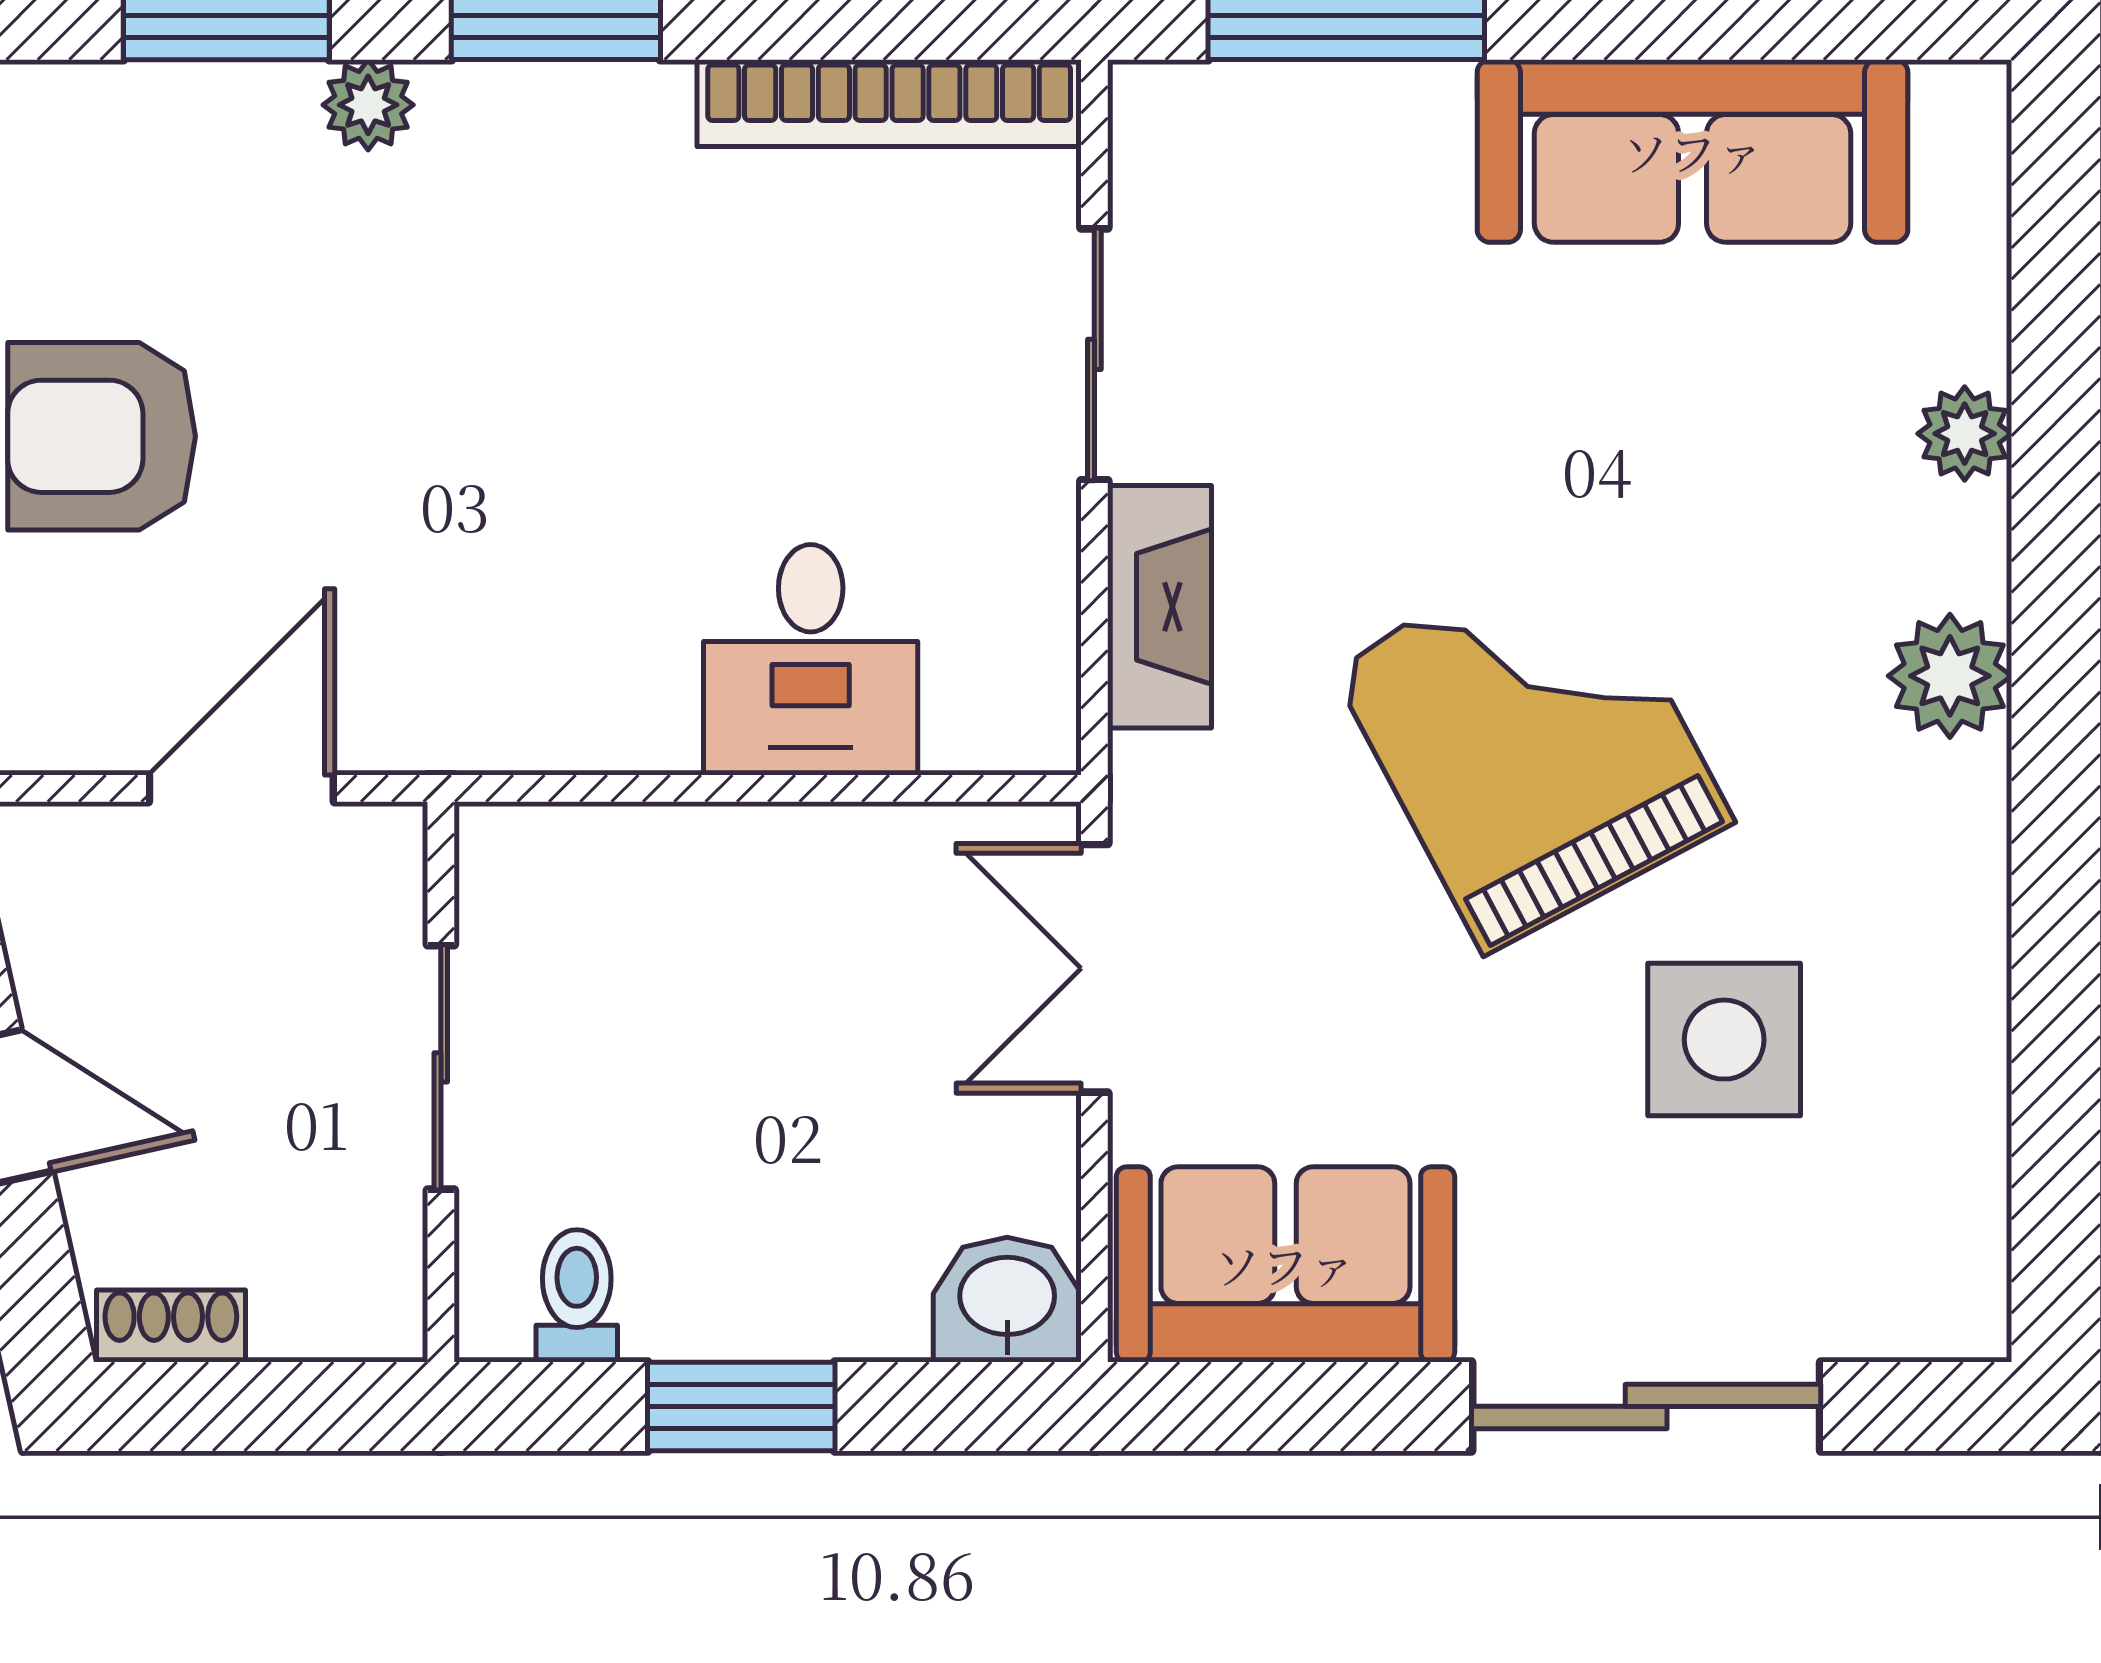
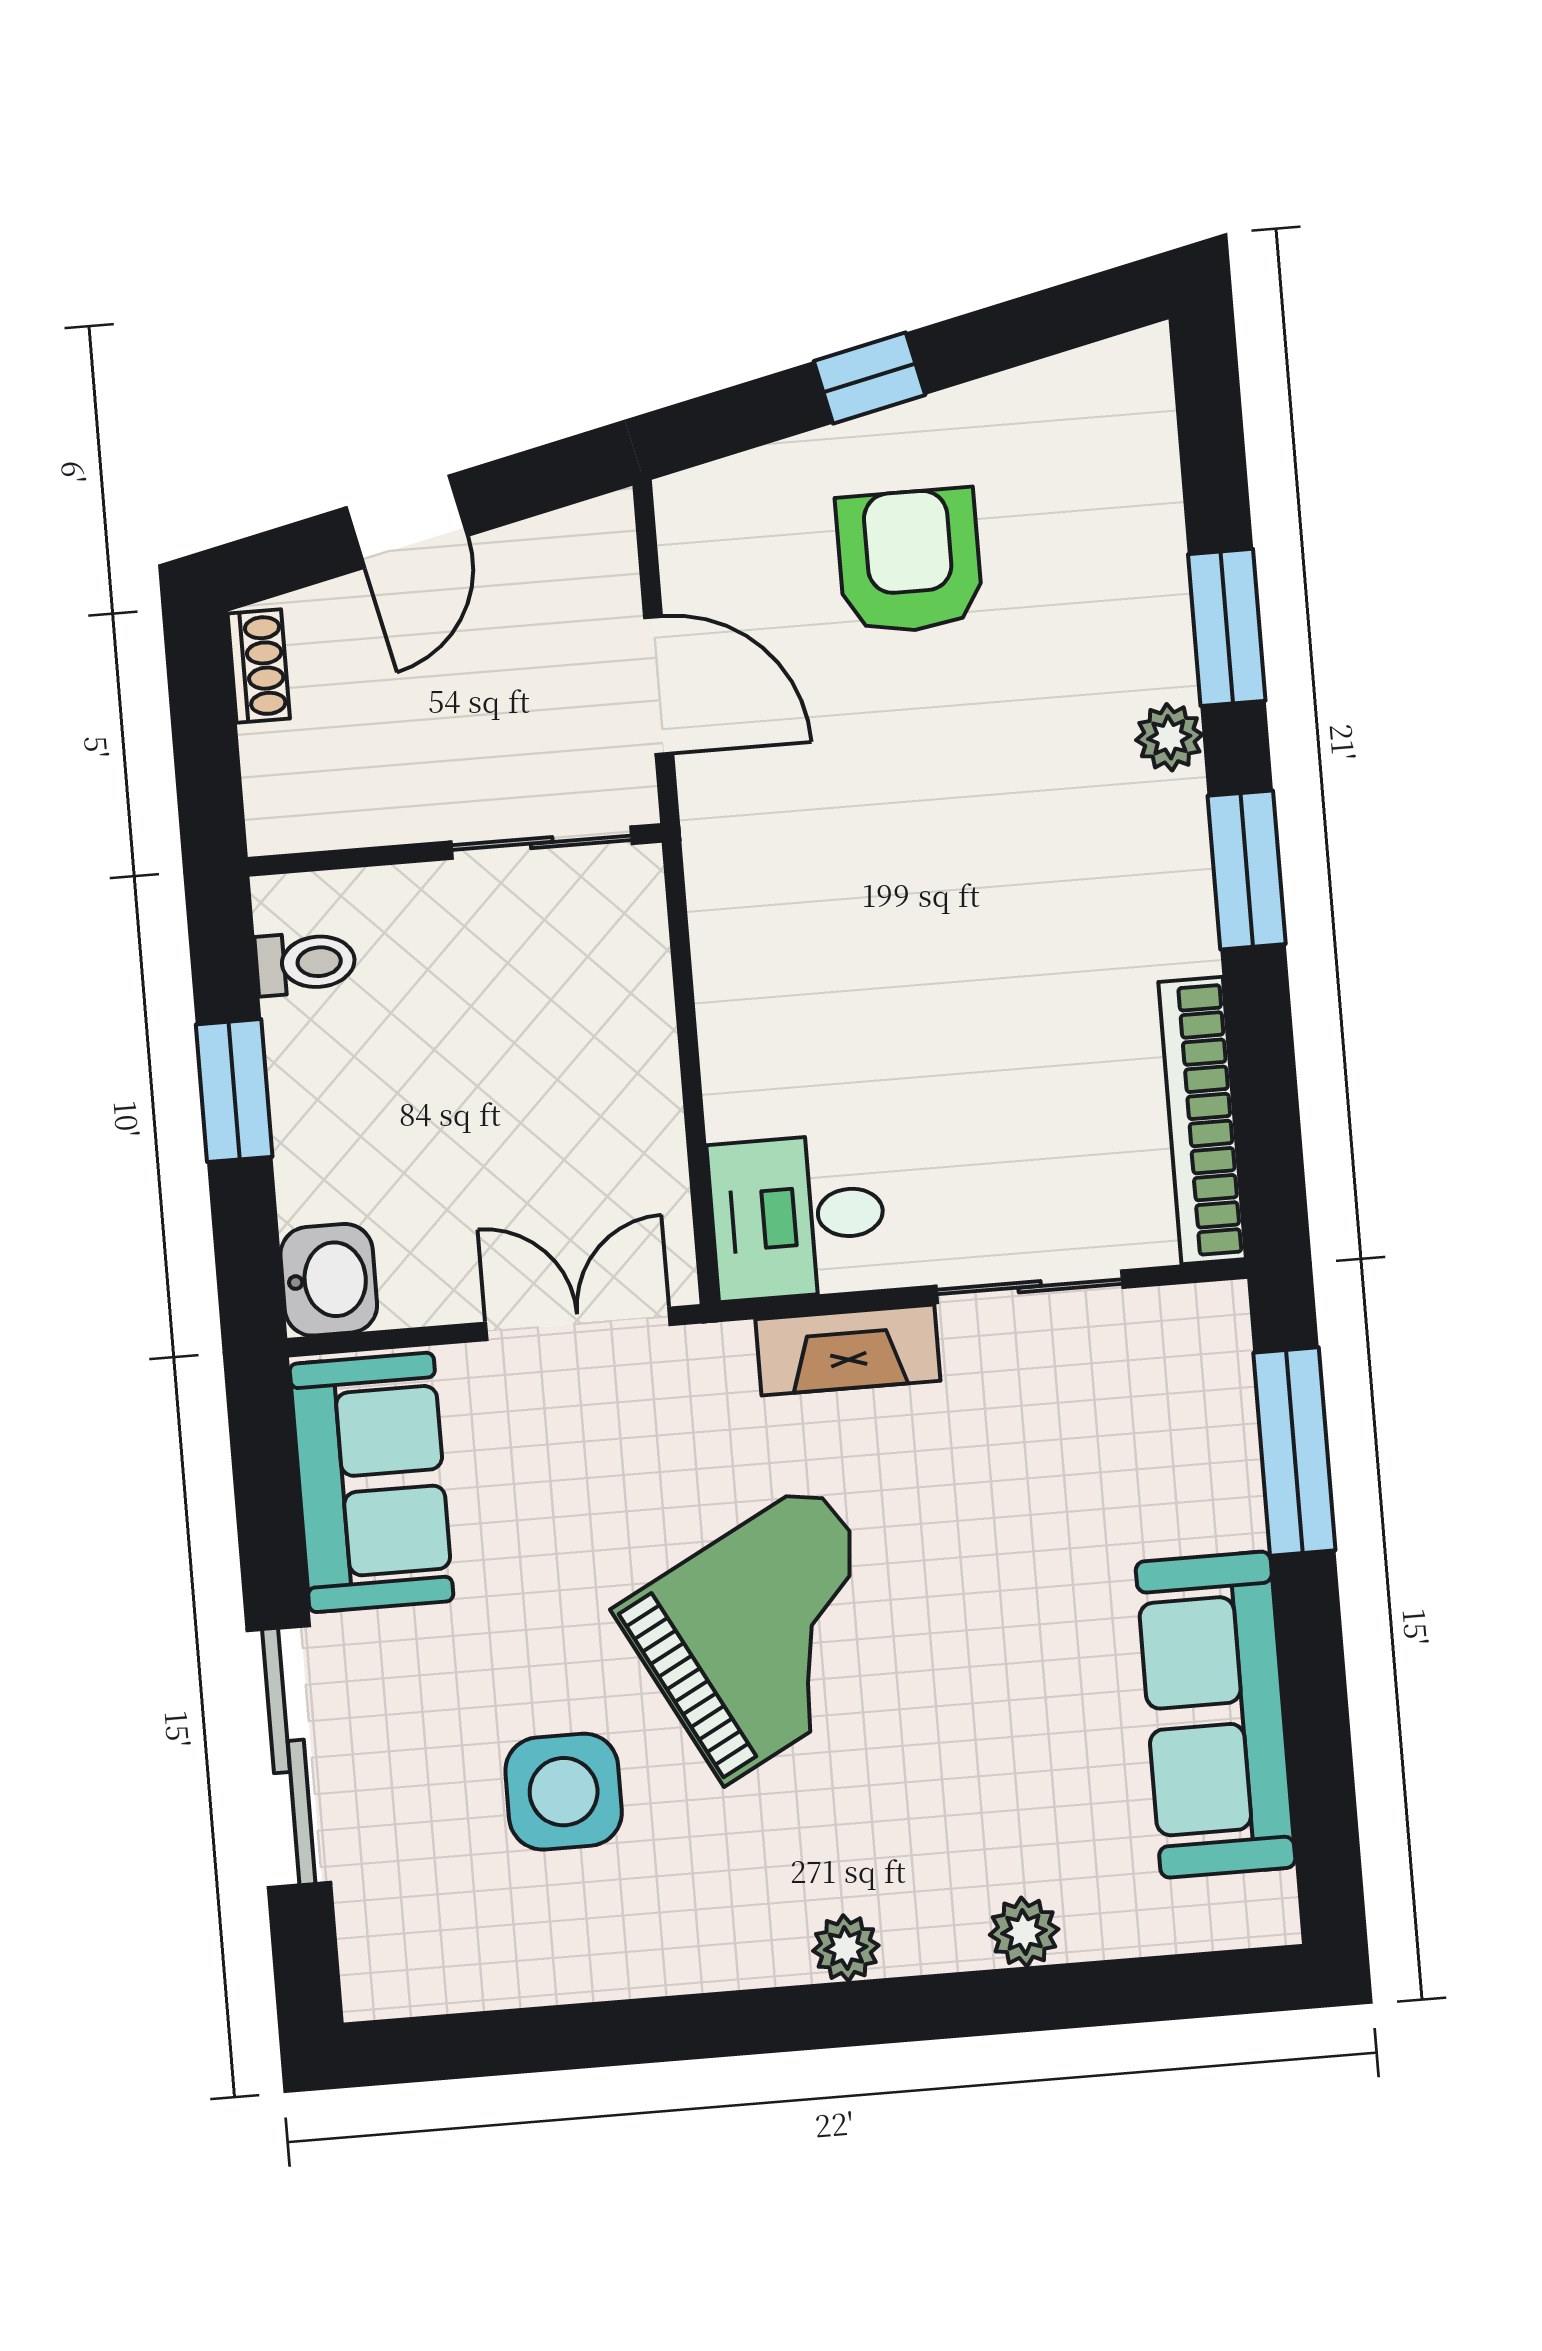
desk: (811, 660) -> (798, 1217), moved
plant: (1950, 676) -> (846, 1948), width x0.73, depth x0.73
sliding door: (441, 1067) -> (542, 843), moved

